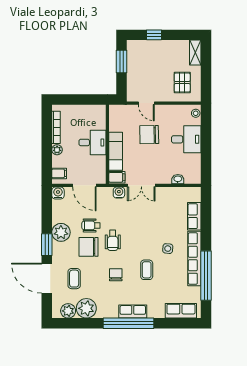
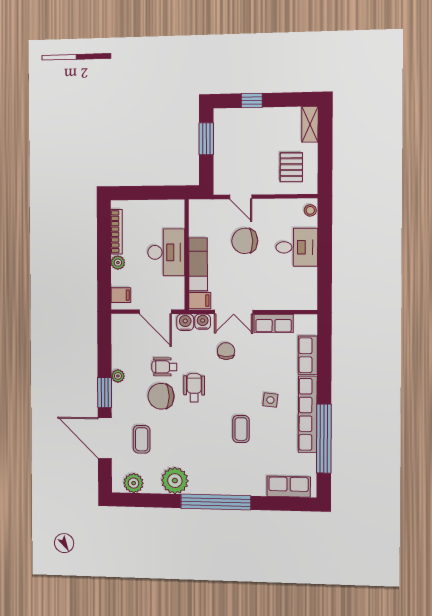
desk: (92, 142) -> (166, 252), width x1.37
washbasin: (178, 179) -> (285, 303), removed
water cooler: (58, 193) -> (185, 322), moved
plant: (61, 232) -> (118, 376), width x0.53, depth x0.53
wheelchair: (113, 240) -> (194, 388), turned 180
chair: (116, 275) -> (226, 351), moved
plant: (86, 308) -> (175, 481), moved
row of seats: (133, 312) -> (274, 323), moved, turned 180

